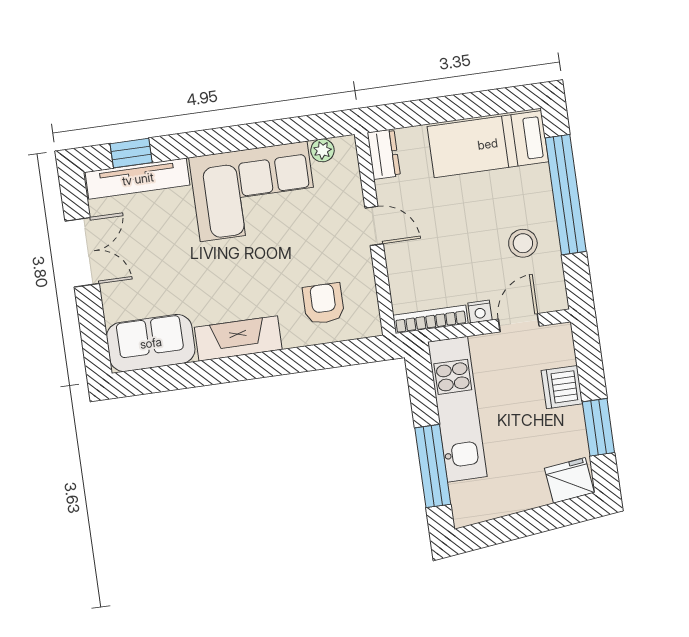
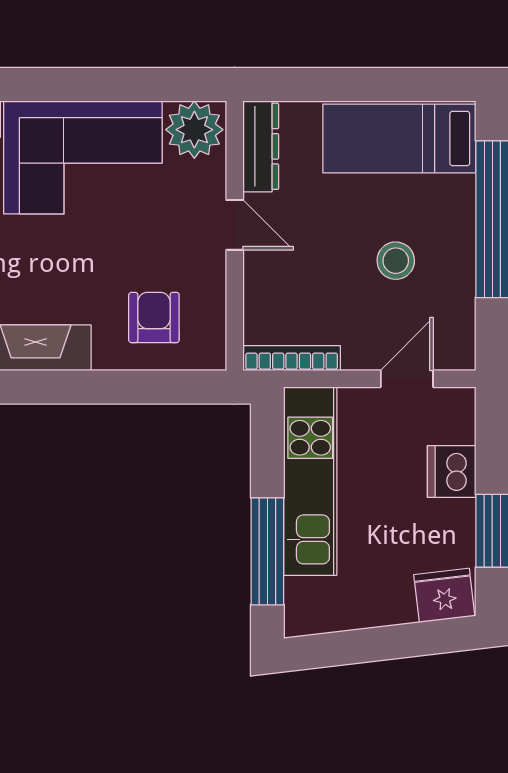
plant: (322, 150) -> (194, 130), width x1.88, depth x1.88
dresser: (384, 154) -> (261, 146), width x1.44
stool: (523, 243) -> (396, 261), moved
nightstand: (480, 312) -> (358, 357), removed

